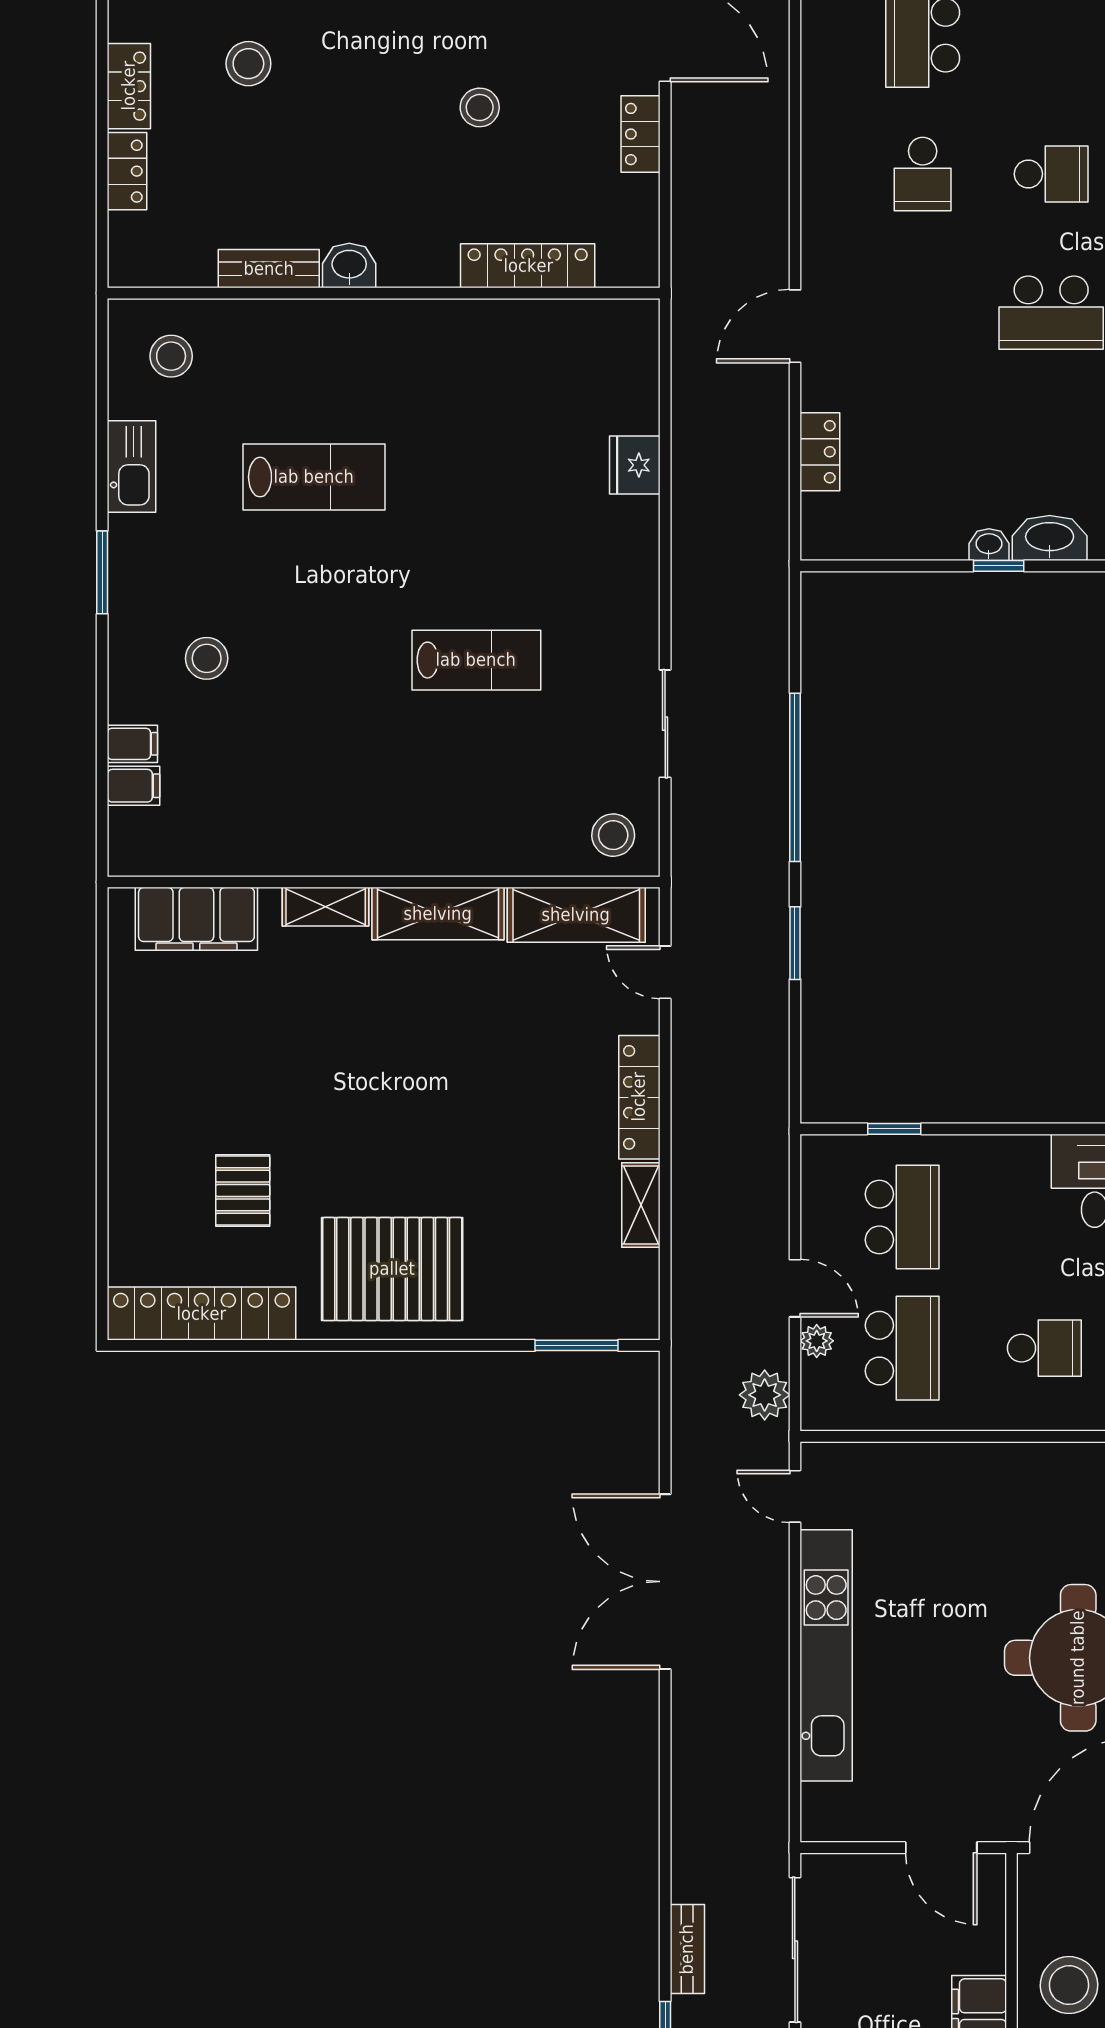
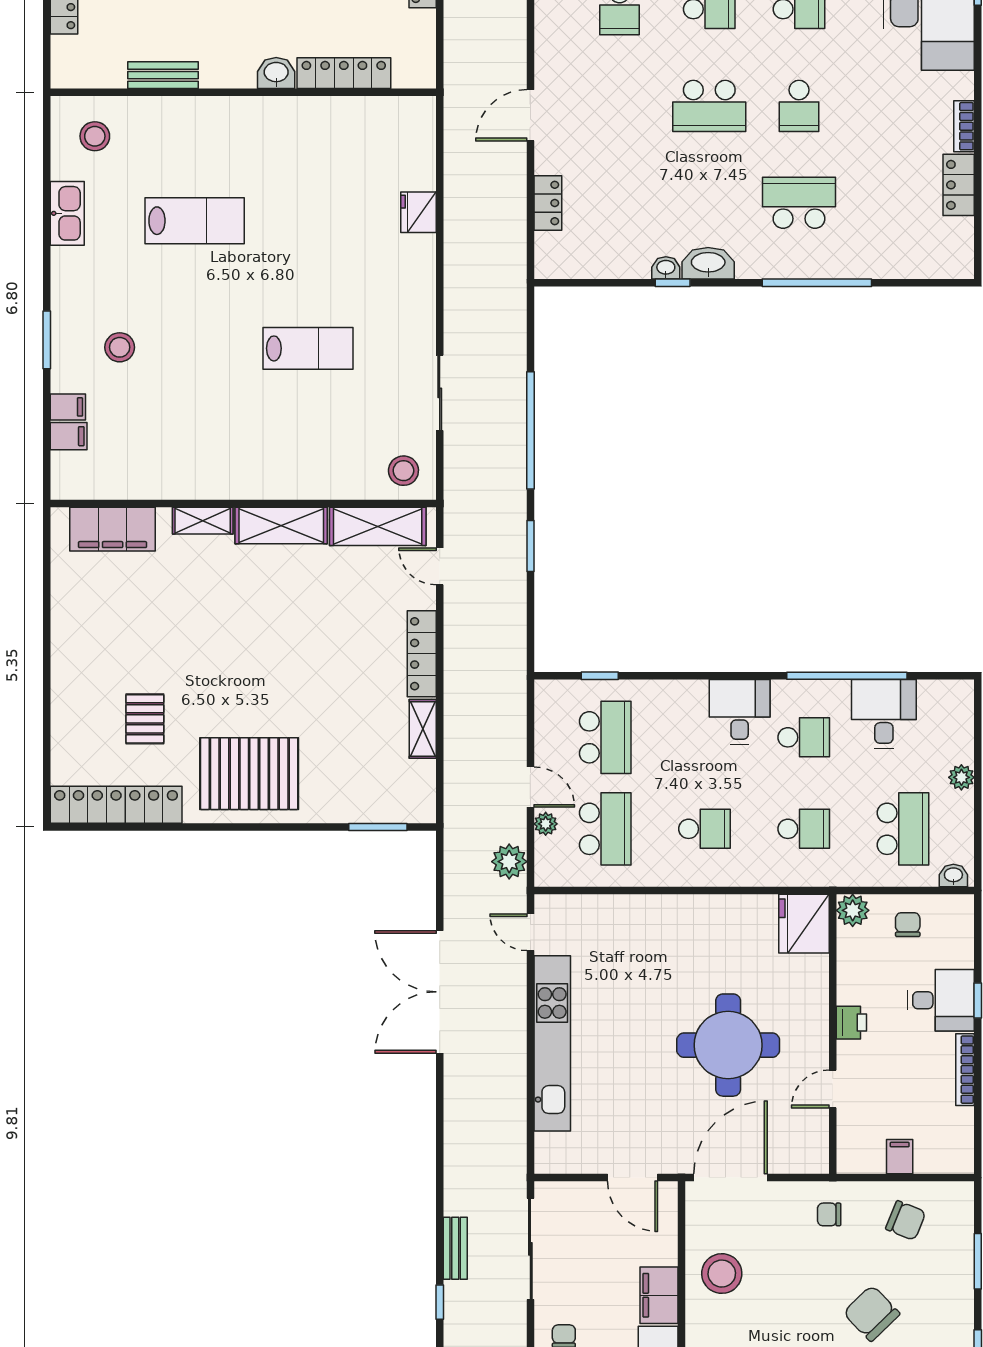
washbasin: (349, 266) -> (276, 73), moved
window: (102, 572) -> (47, 340), moved

